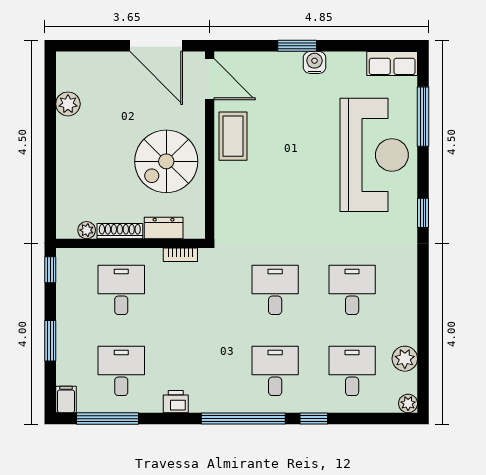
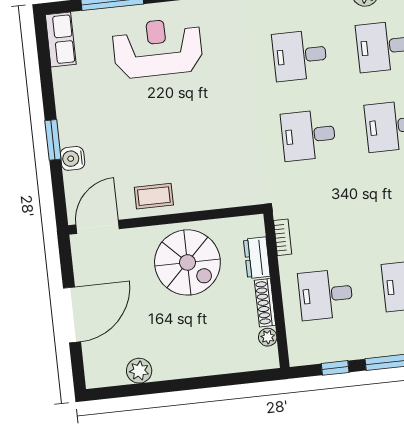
door: (156, 46) -> (72, 315), moved
water cooler: (315, 62) -> (73, 158), moved
coffee table: (233, 136) -> (154, 196), width x0.73, depth x0.77
reception desk: (374, 155) -> (157, 48), width x0.74, depth x0.77
window: (50, 270) -> (335, 368), moved

